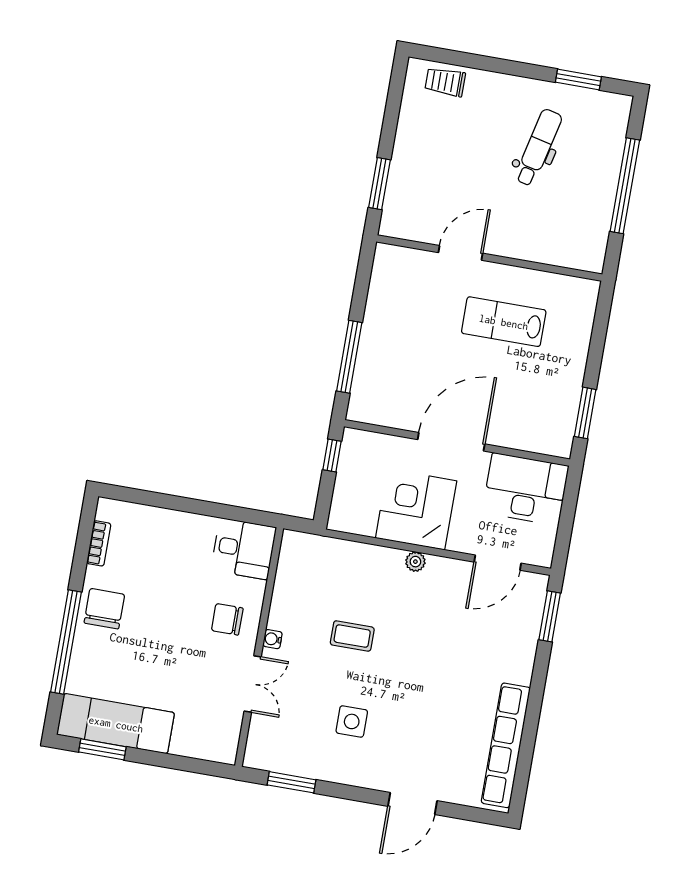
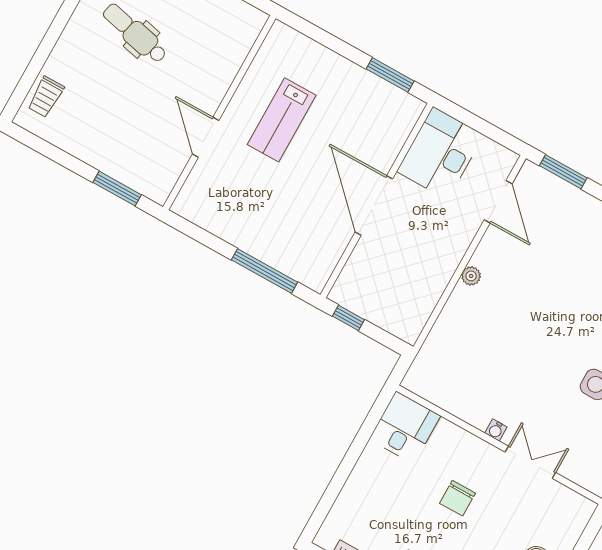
corner desk: (416, 509) -> (424, 259), removed
chair: (227, 619) -> (457, 498), moved
coffee table: (352, 636) -> (518, 357), removed

